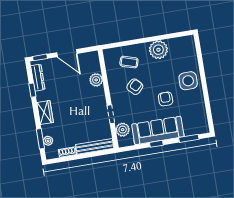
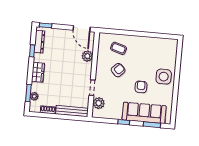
plant: (158, 50) -> (146, 44), removed
door: (67, 53) -> (82, 29), moved
sofa: (158, 130) -> (144, 113), moved

